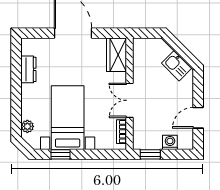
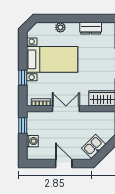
door: (198, 118) -> (64, 164), moved
plant: (27, 126) -> (60, 27), moved
window: (61, 154) -> (23, 78), moved

